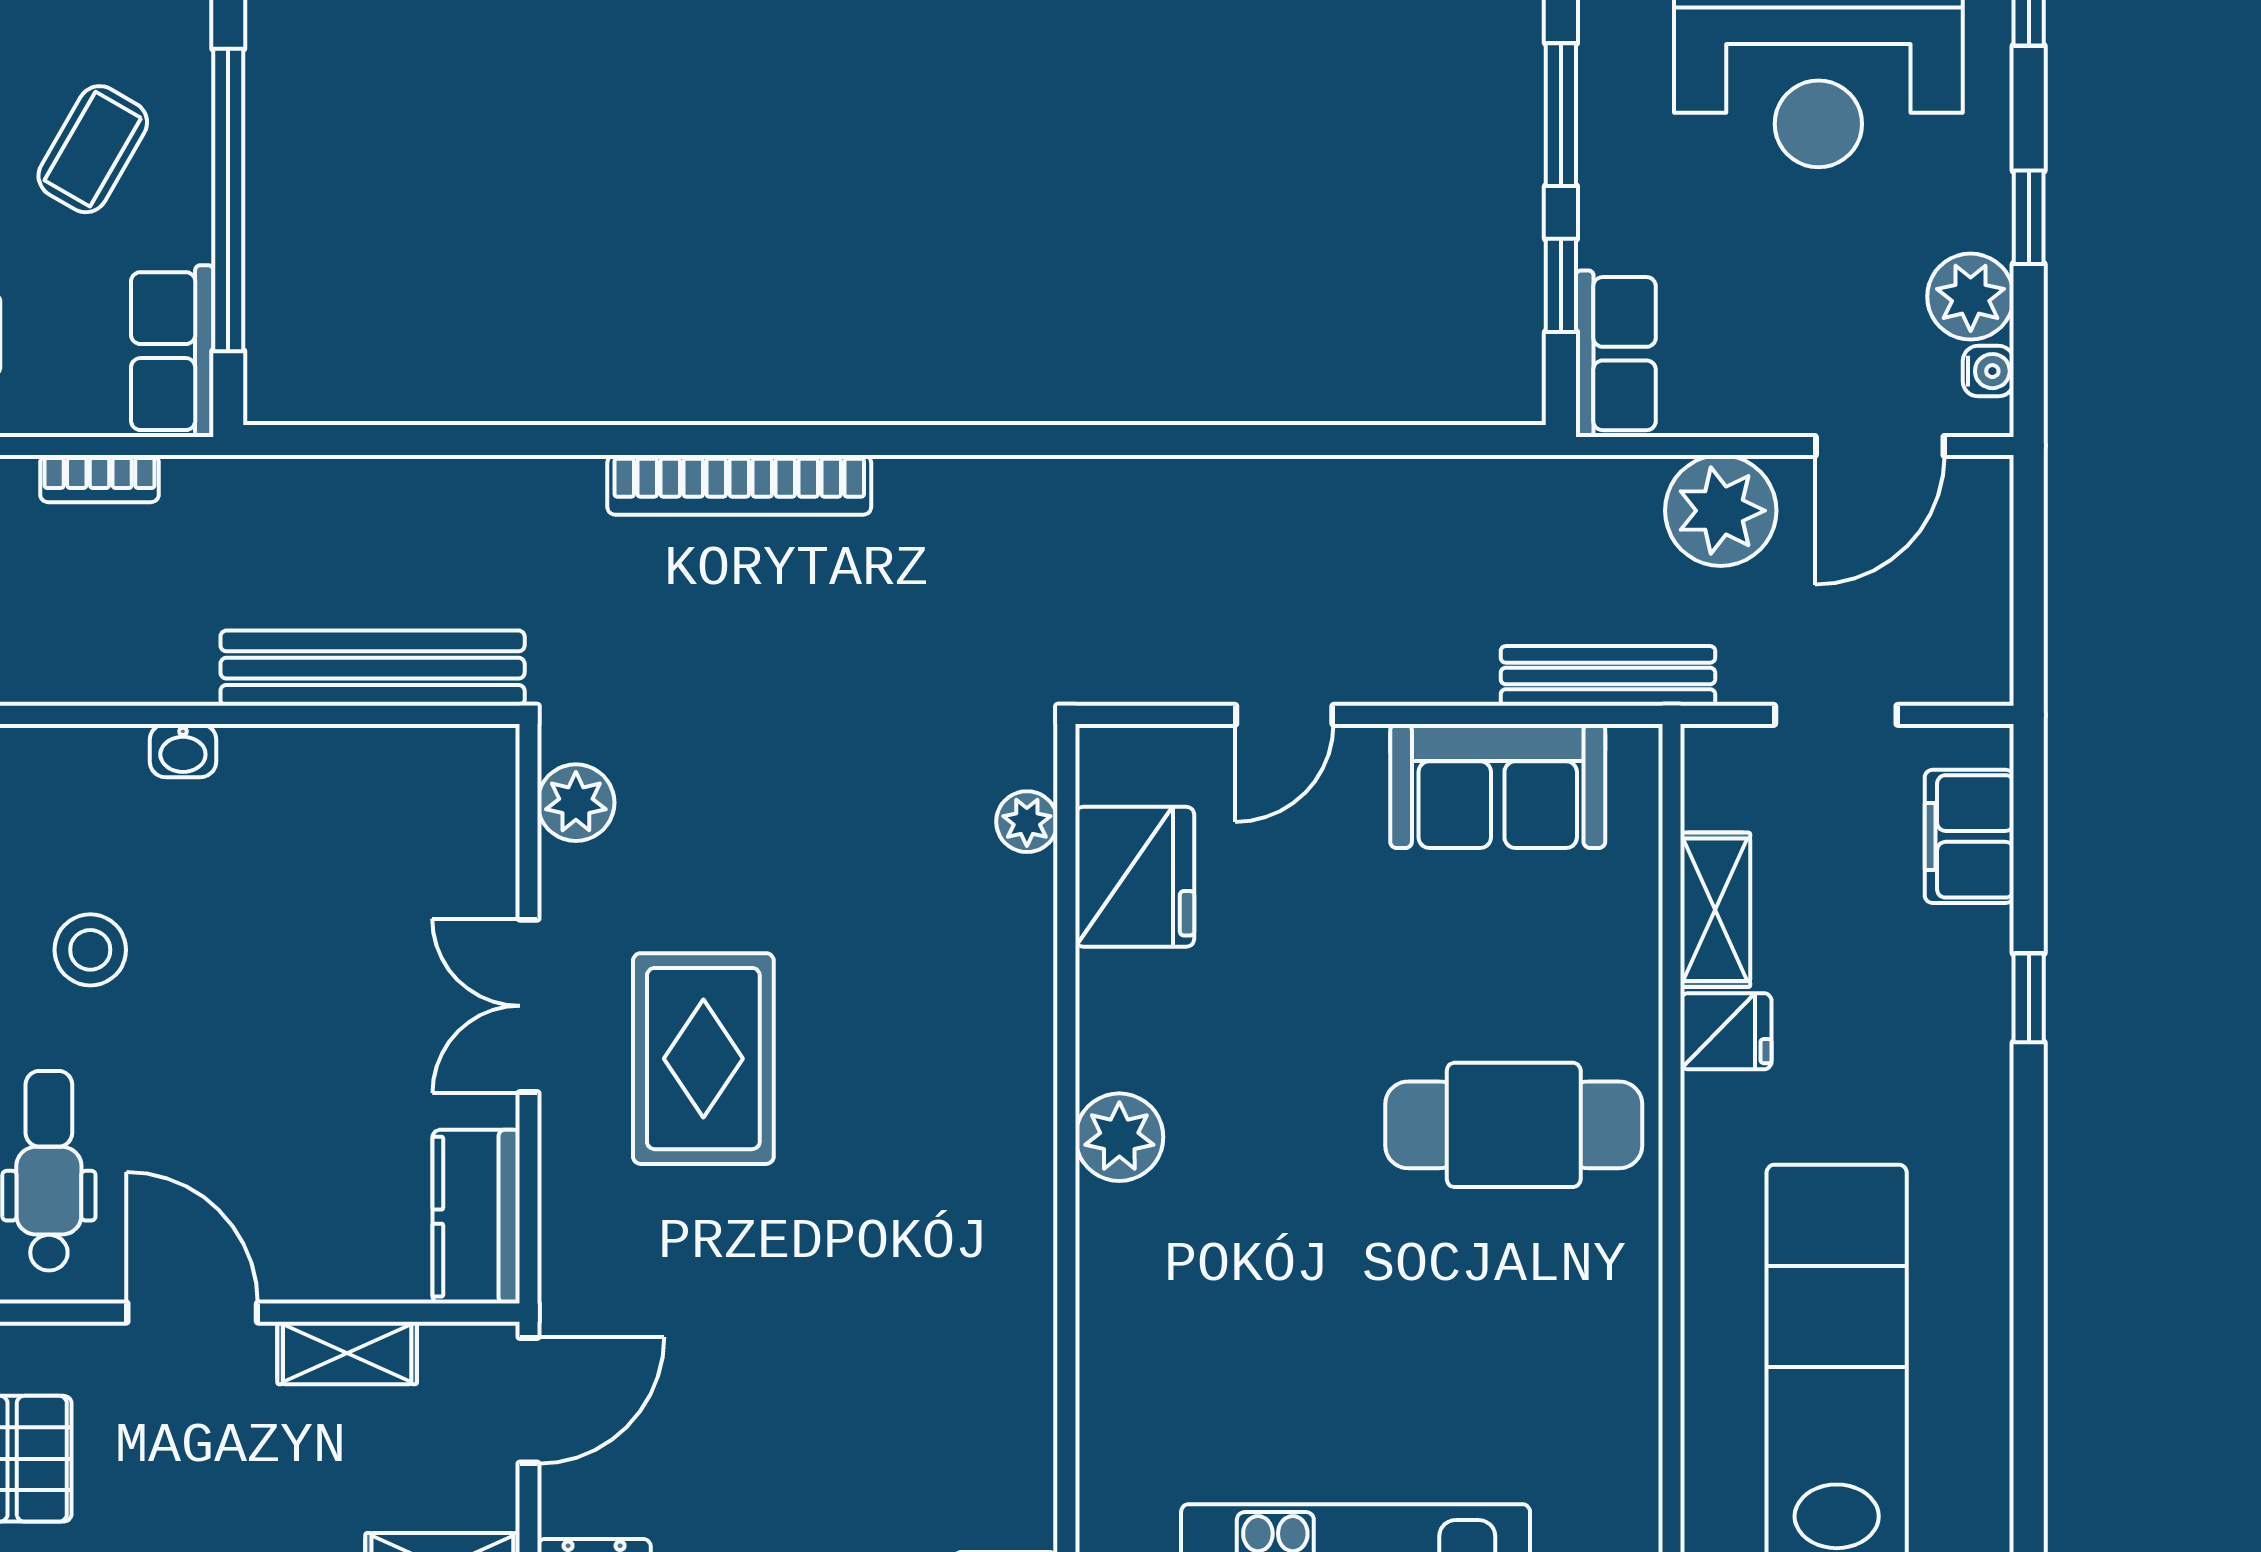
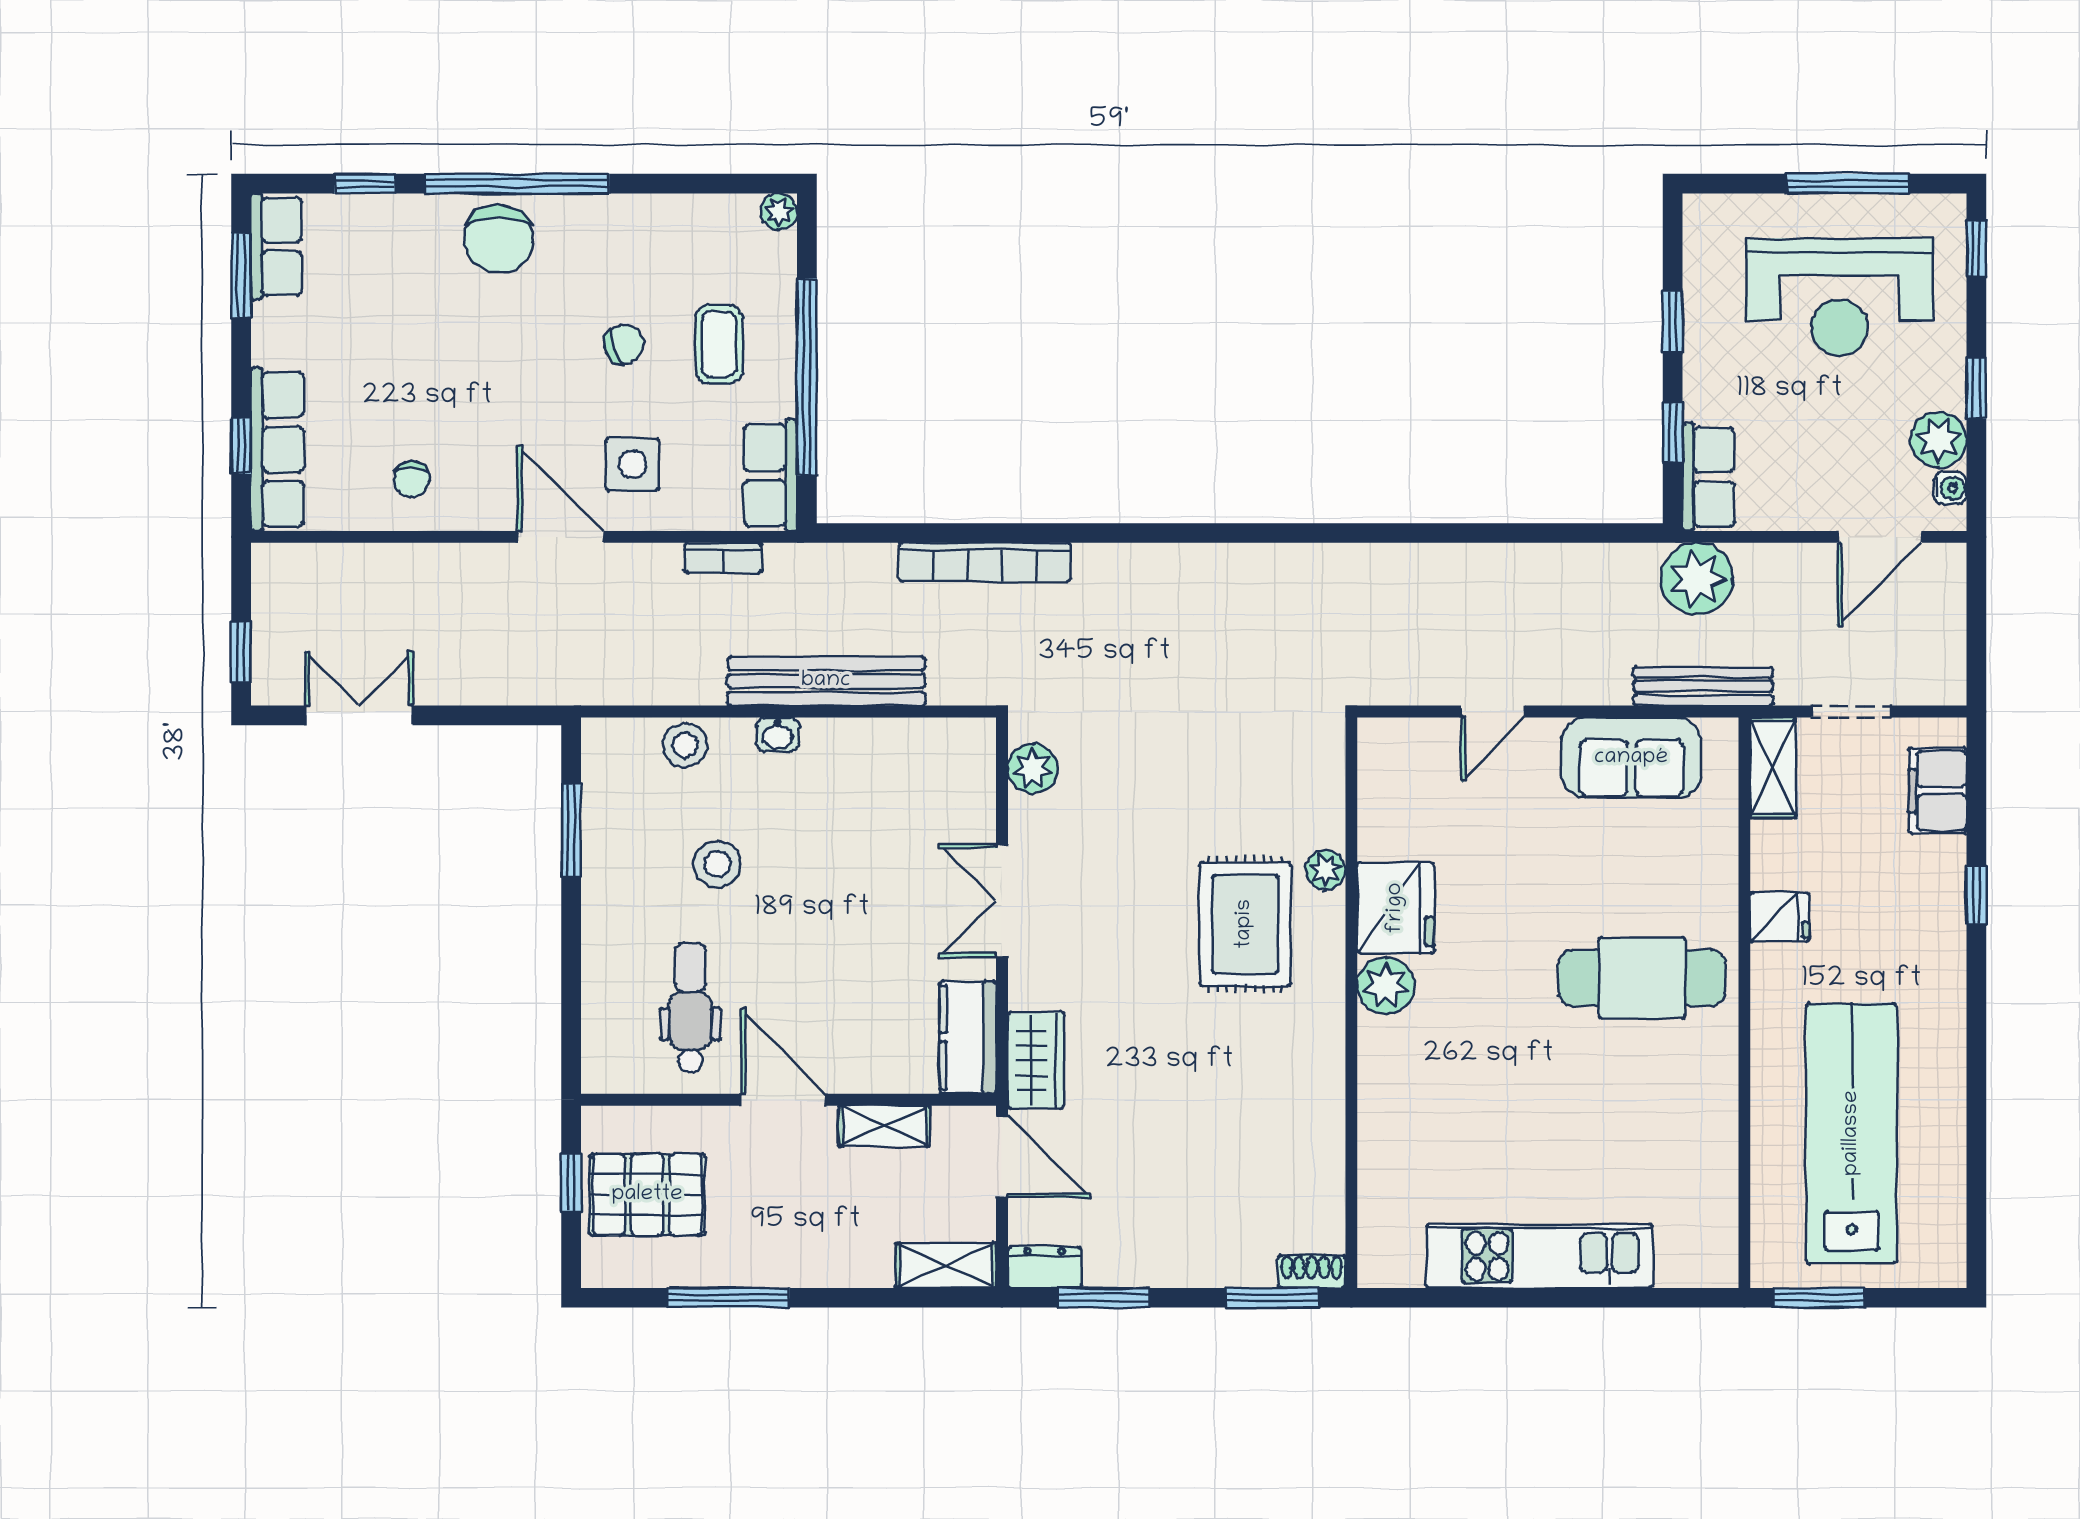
window: (1561, 115) -> (1673, 322), width x0.67
coffee table: (93, 149) -> (719, 344), turned -30
bookcase: (739, 485) -> (985, 562), moved
plant: (1721, 511) -> (1697, 579), moved
bench: (373, 668) -> (826, 681), moved
stool: (41, 767) -> (685, 745), added
plant: (1027, 822) -> (1326, 870), moved
fridge: (1135, 877) -> (1396, 908), moved
shelving: (1715, 910) -> (1773, 768), moved
rug: (703, 1059) -> (1245, 924), moved
wardrobe: (581, 1252) -> (1036, 1060), added
door: (529, 1400) -> (1002, 1157), hinge flipped

